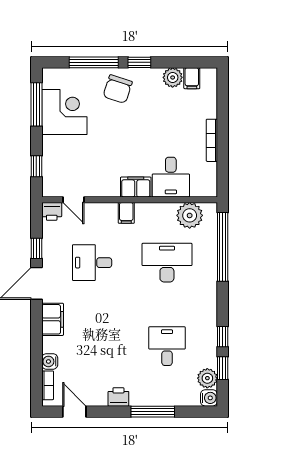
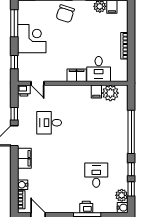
corner desk: (64, 112) -> (32, 39), moved
filing cabinet: (126, 213) -> (96, 91), moved
window: (223, 247) -> (131, 132), moved
desk: (167, 263) -> (96, 123), removed
printer: (118, 397) -> (86, 207), moved

